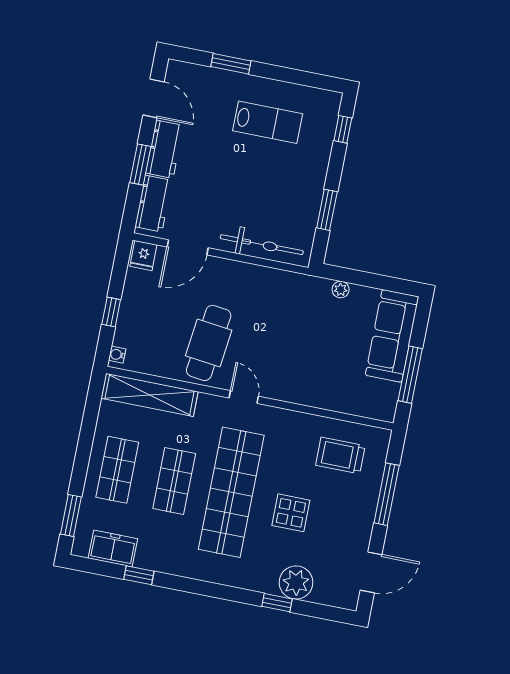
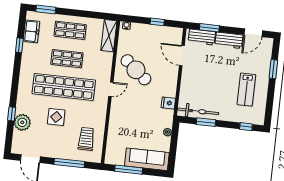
window: (140, 164) -> (209, 28), moved
bicycle: (262, 245) -> (198, 111), moved, turned -90
fridge: (143, 256) -> (168, 103), moved
window: (111, 312) -> (157, 22), moved
cafe table: (209, 343) -> (136, 70), turned 33
shelving: (150, 395) -> (109, 36), width x0.68

